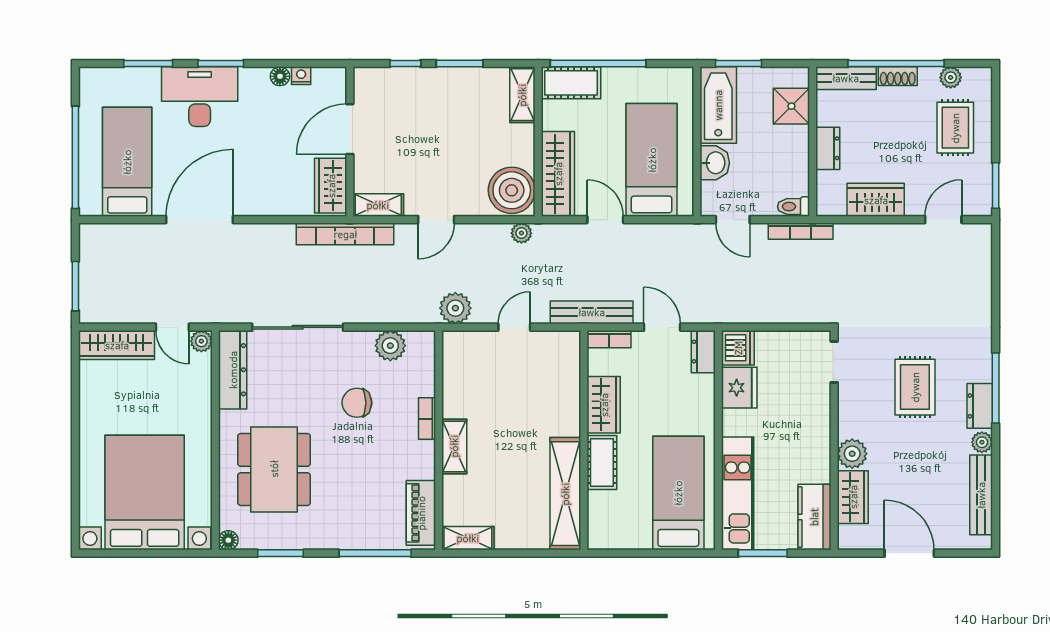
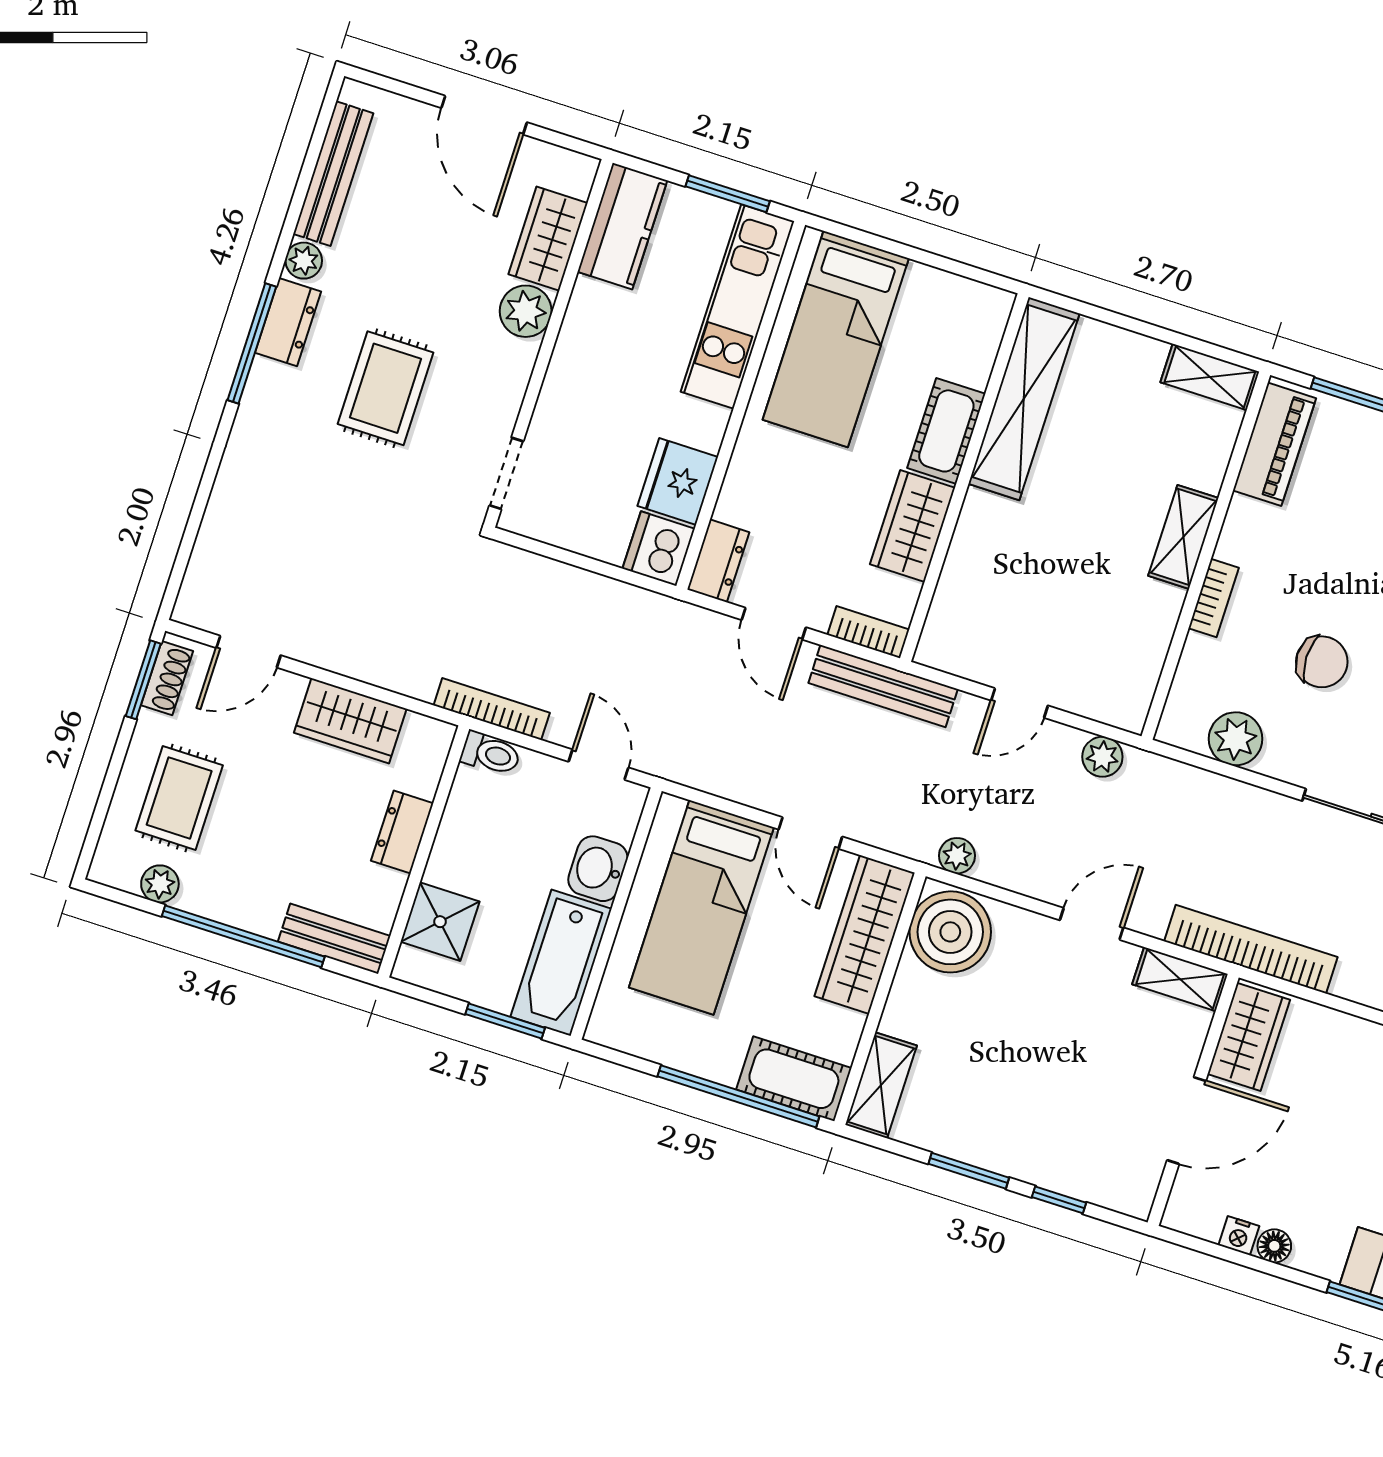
shoe rack: (898, 76) -> (167, 678), moved, turned 90
plant: (455, 308) -> (1102, 757), width x0.73, depth x0.73

